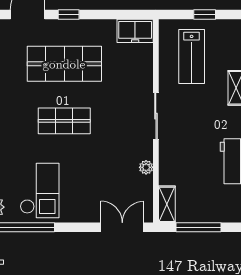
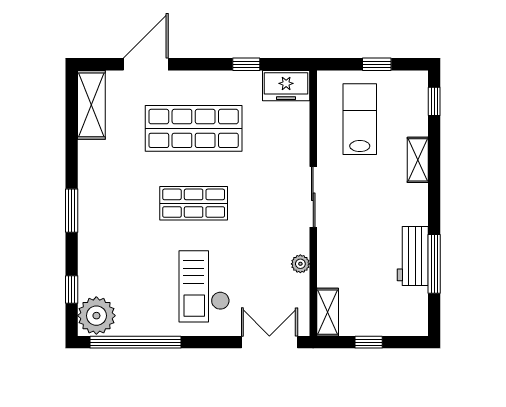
window: (69, 15) -> (246, 64), moved
lab bench: (192, 57) -> (360, 119), turned 180
checkout: (40, 191) -> (204, 286), moved, turned 180
window: (198, 227) -> (369, 342), width x0.46

